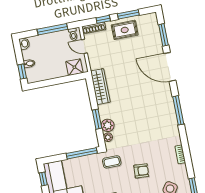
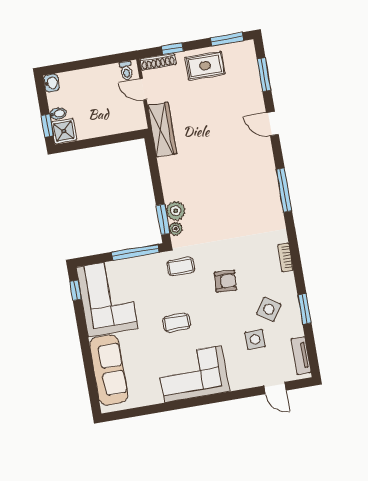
window: (128, 14) -> (227, 39), moved
window: (52, 29) -> (95, 62), removed
shower: (74, 67) -> (64, 131), moved
door: (170, 67) -> (272, 124), width x0.53
wardrobe: (100, 87) -> (162, 130), moved
window: (97, 119) -> (163, 219), moved

